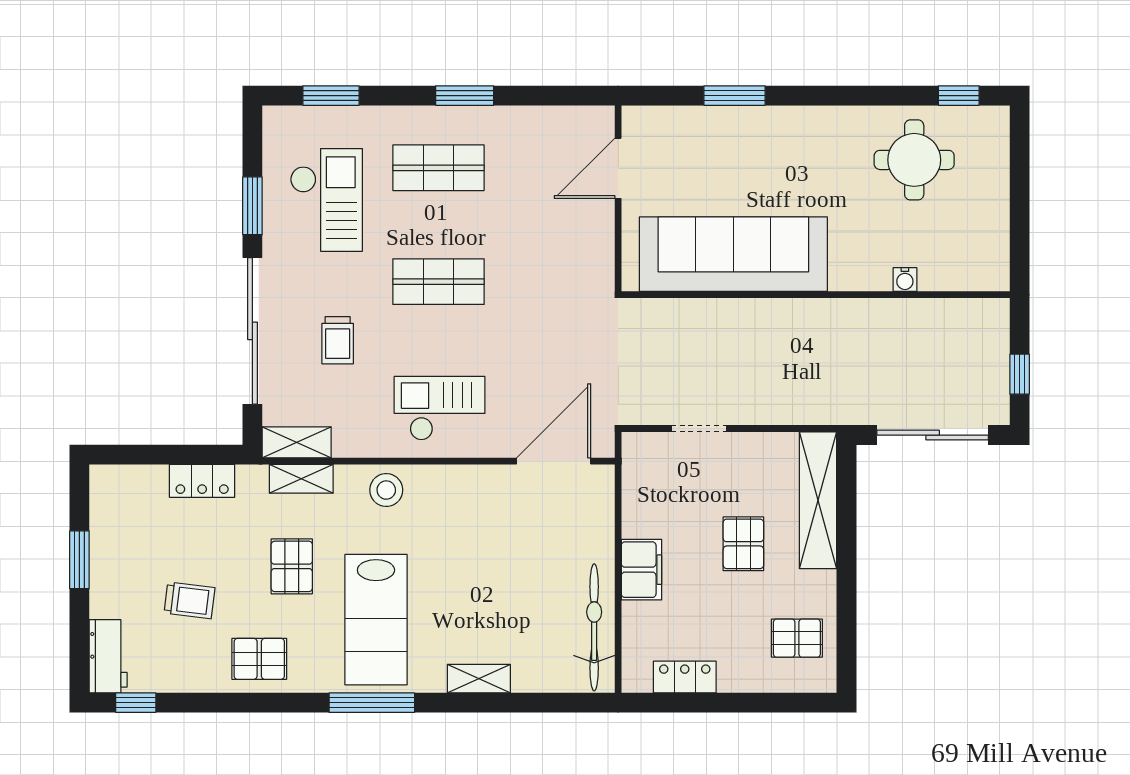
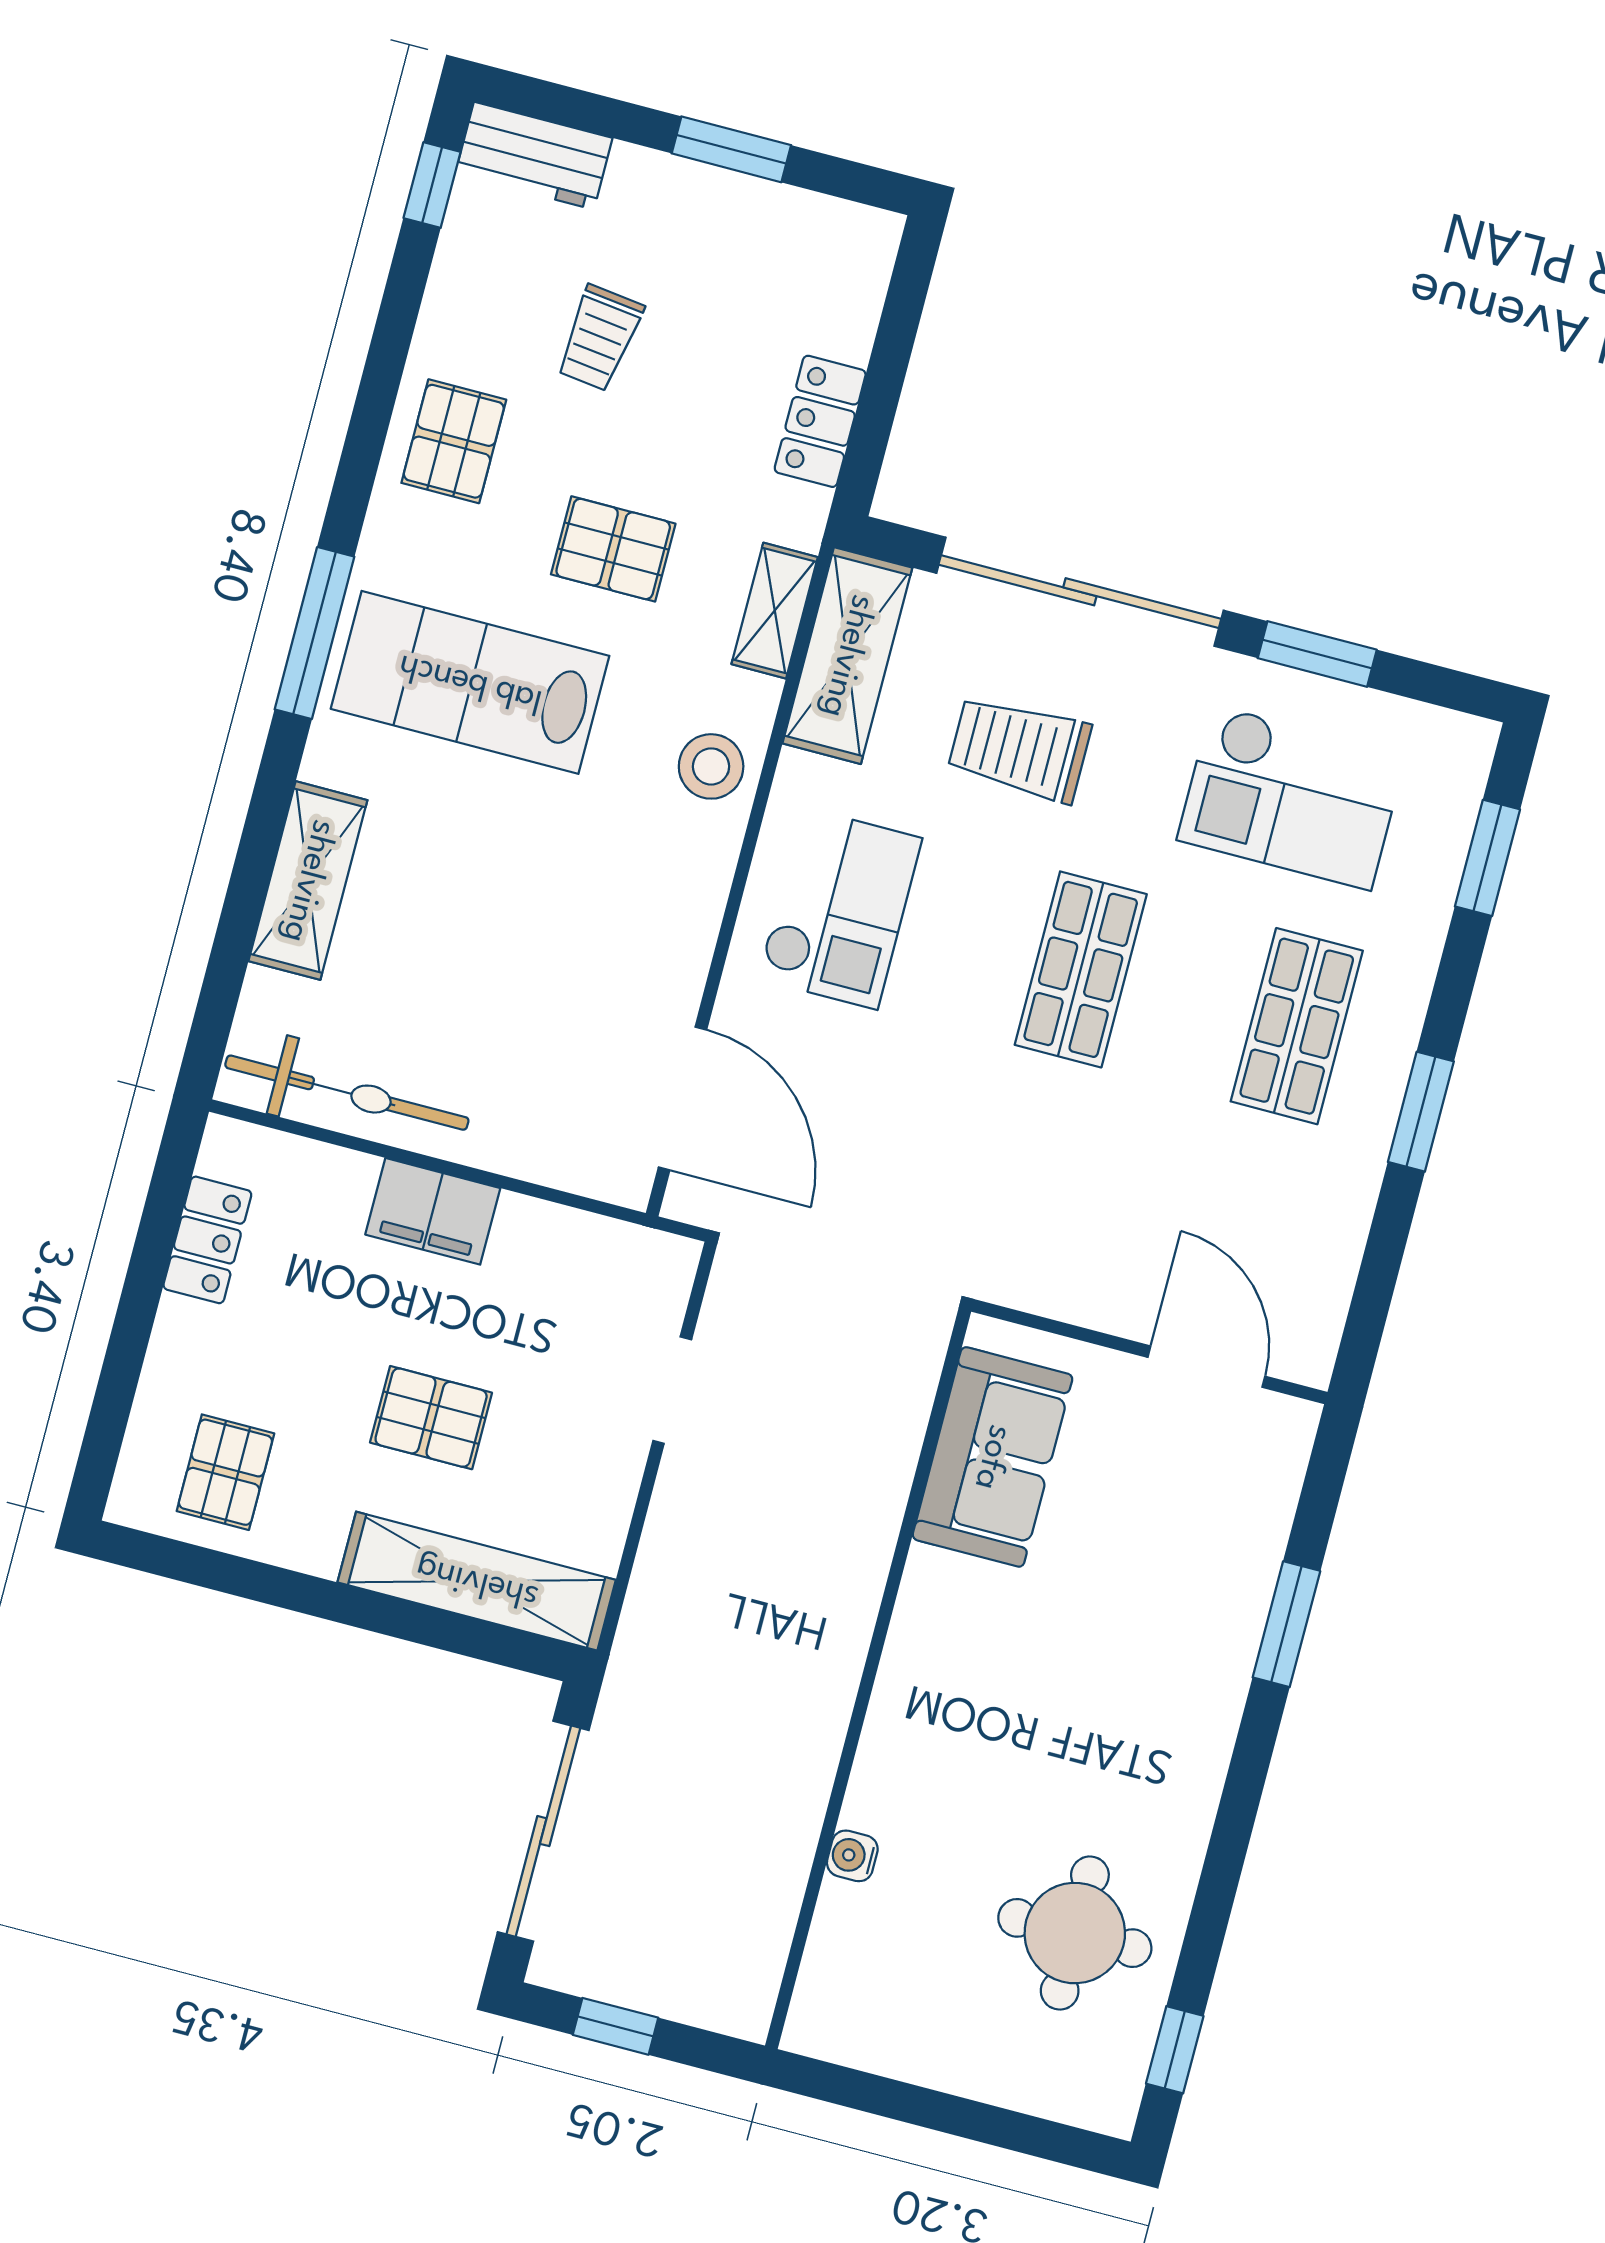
sofa: (733, 254) -> (992, 1457), width x0.54, depth x0.79
trolley: (338, 340) -> (1019, 749), width x1.36, depth x1.39
shelving: (297, 442) -> (847, 656), width x1.50, depth x1.33
shelving: (479, 679) -> (308, 881), width x1.50, depth x1.33

